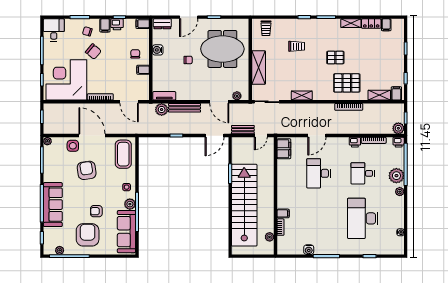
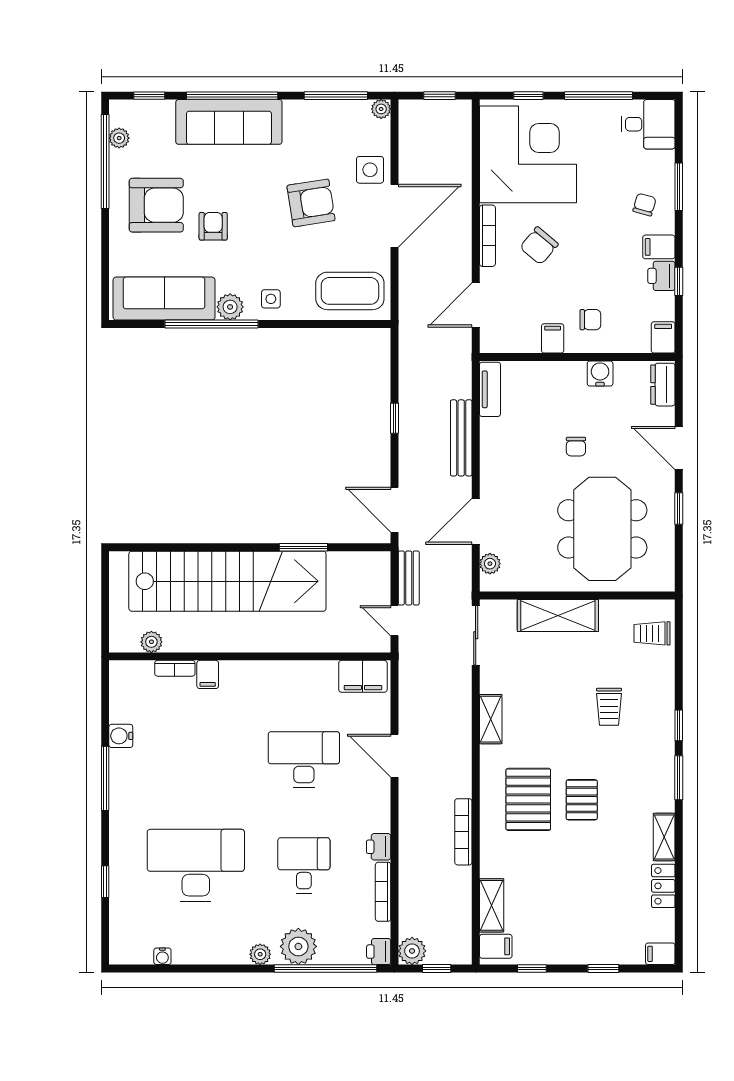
filing cabinet: (386, 25) -> (660, 954), moved
chair: (93, 52) -> (539, 246), moved
pallet: (347, 83) -> (528, 799), moved
plant: (162, 110) -> (457, 383), removed

